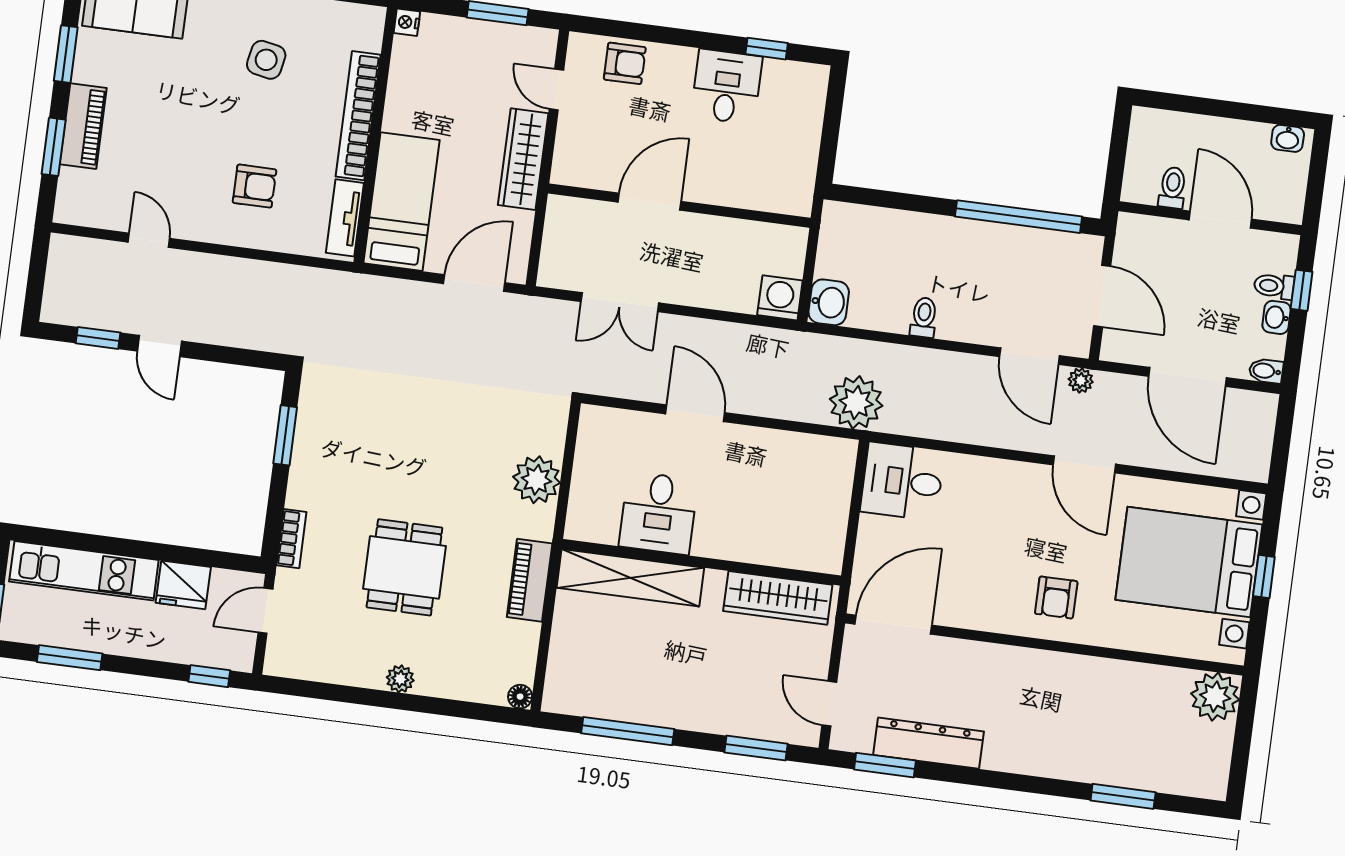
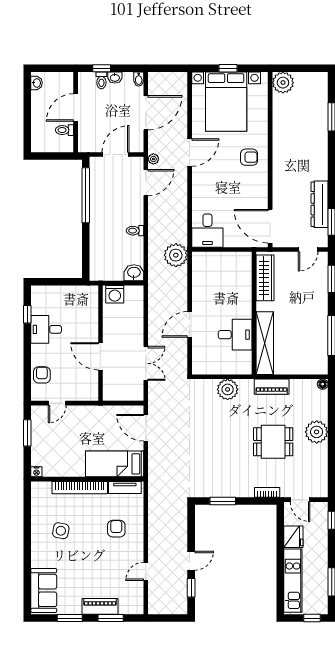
wardrobe: (523, 159) -> (89, 414), removed
washing machine: (780, 298) -> (115, 294), moved, turned -90
plant: (400, 679) -> (317, 432), width x1.87, depth x1.87

